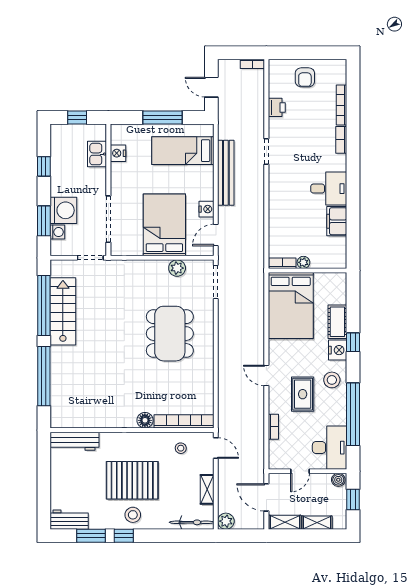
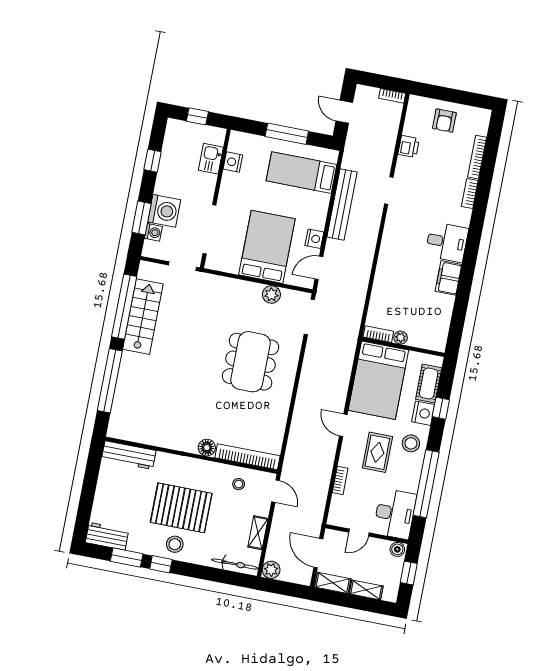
plant: (303, 262) -> (401, 338), moved
bookcase: (282, 263) -> (378, 334), moved
wall: (307, 270) -> (403, 347), moved
bed: (291, 306) -> (378, 380), moved

